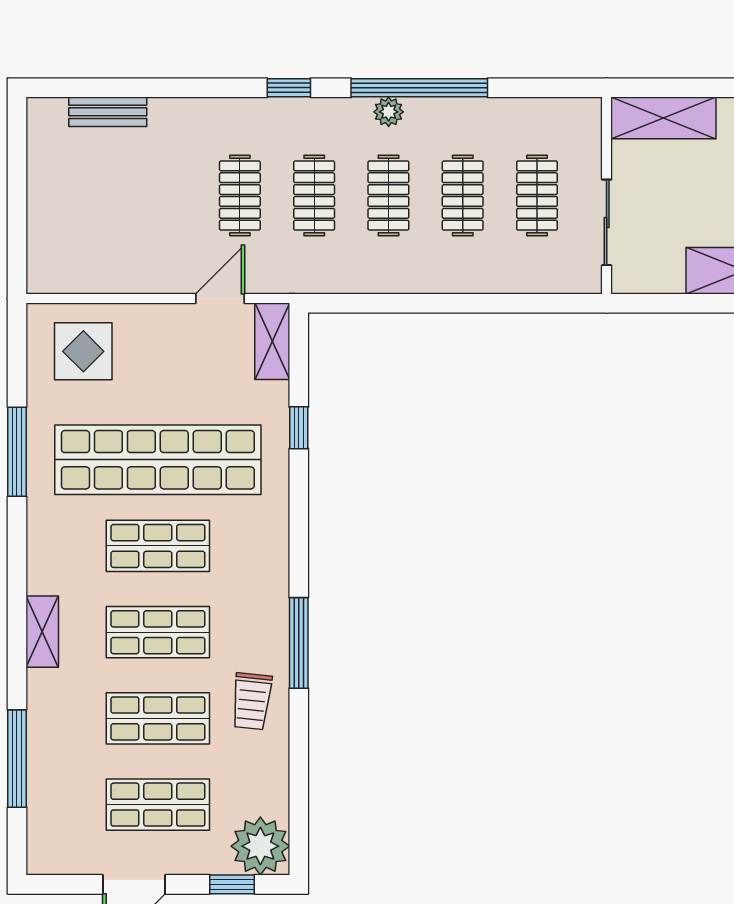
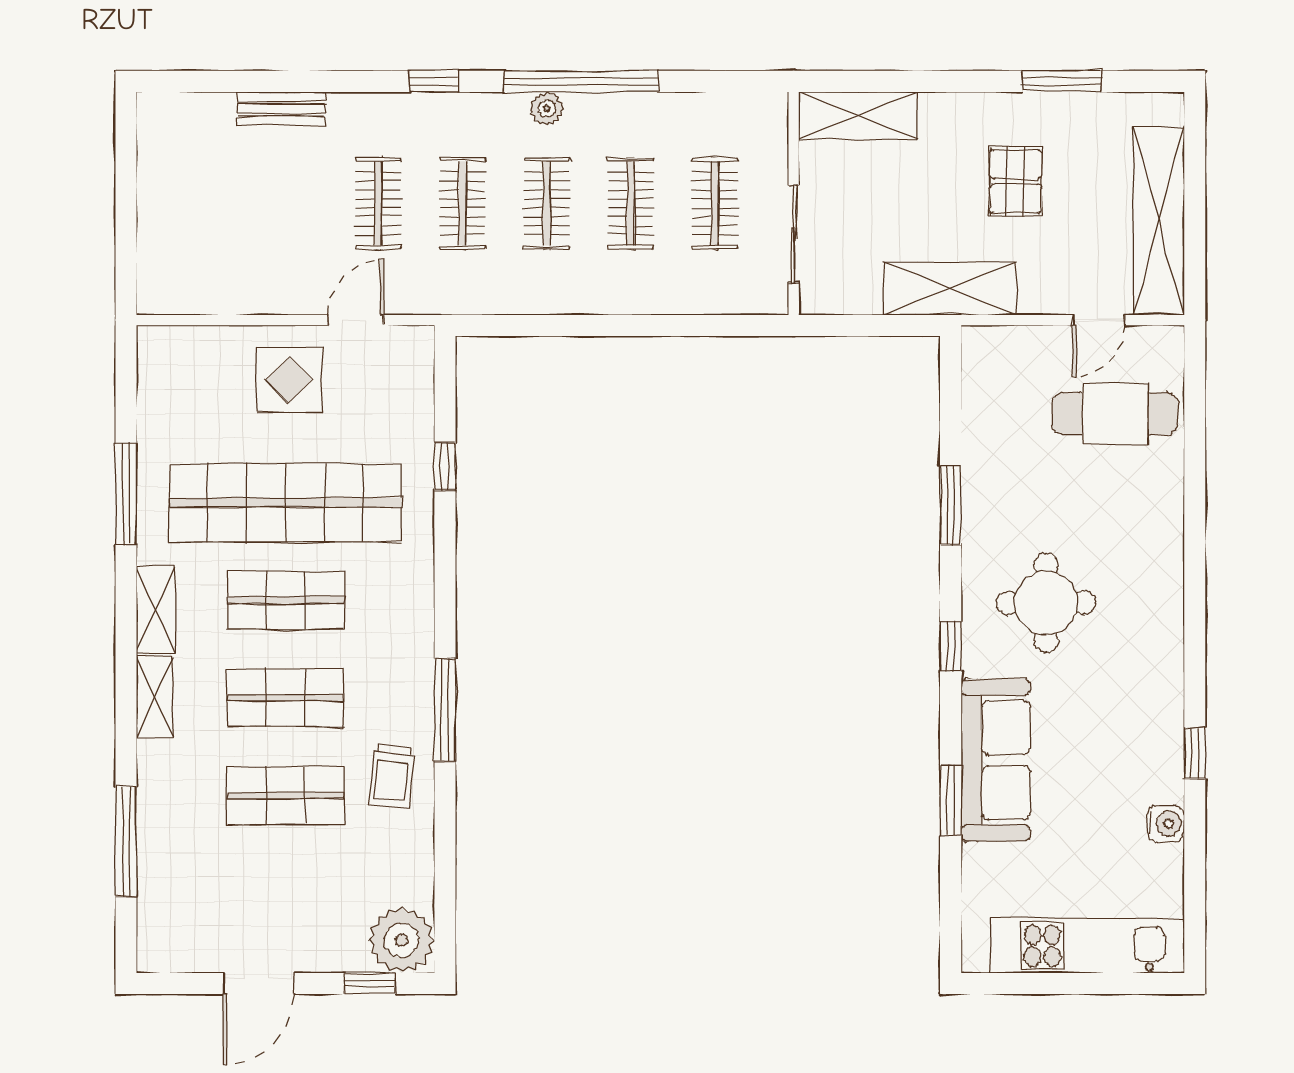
bench: (108, 112) -> (281, 109), moved
shelving: (272, 341) -> (156, 610), moved
display table: (83, 351) -> (289, 380), moved
shop shelf: (158, 805) -> (285, 893), removed

